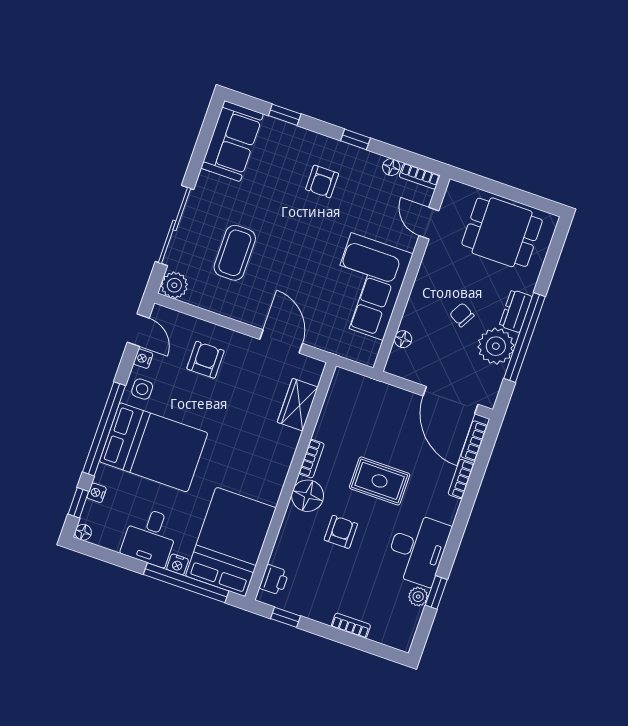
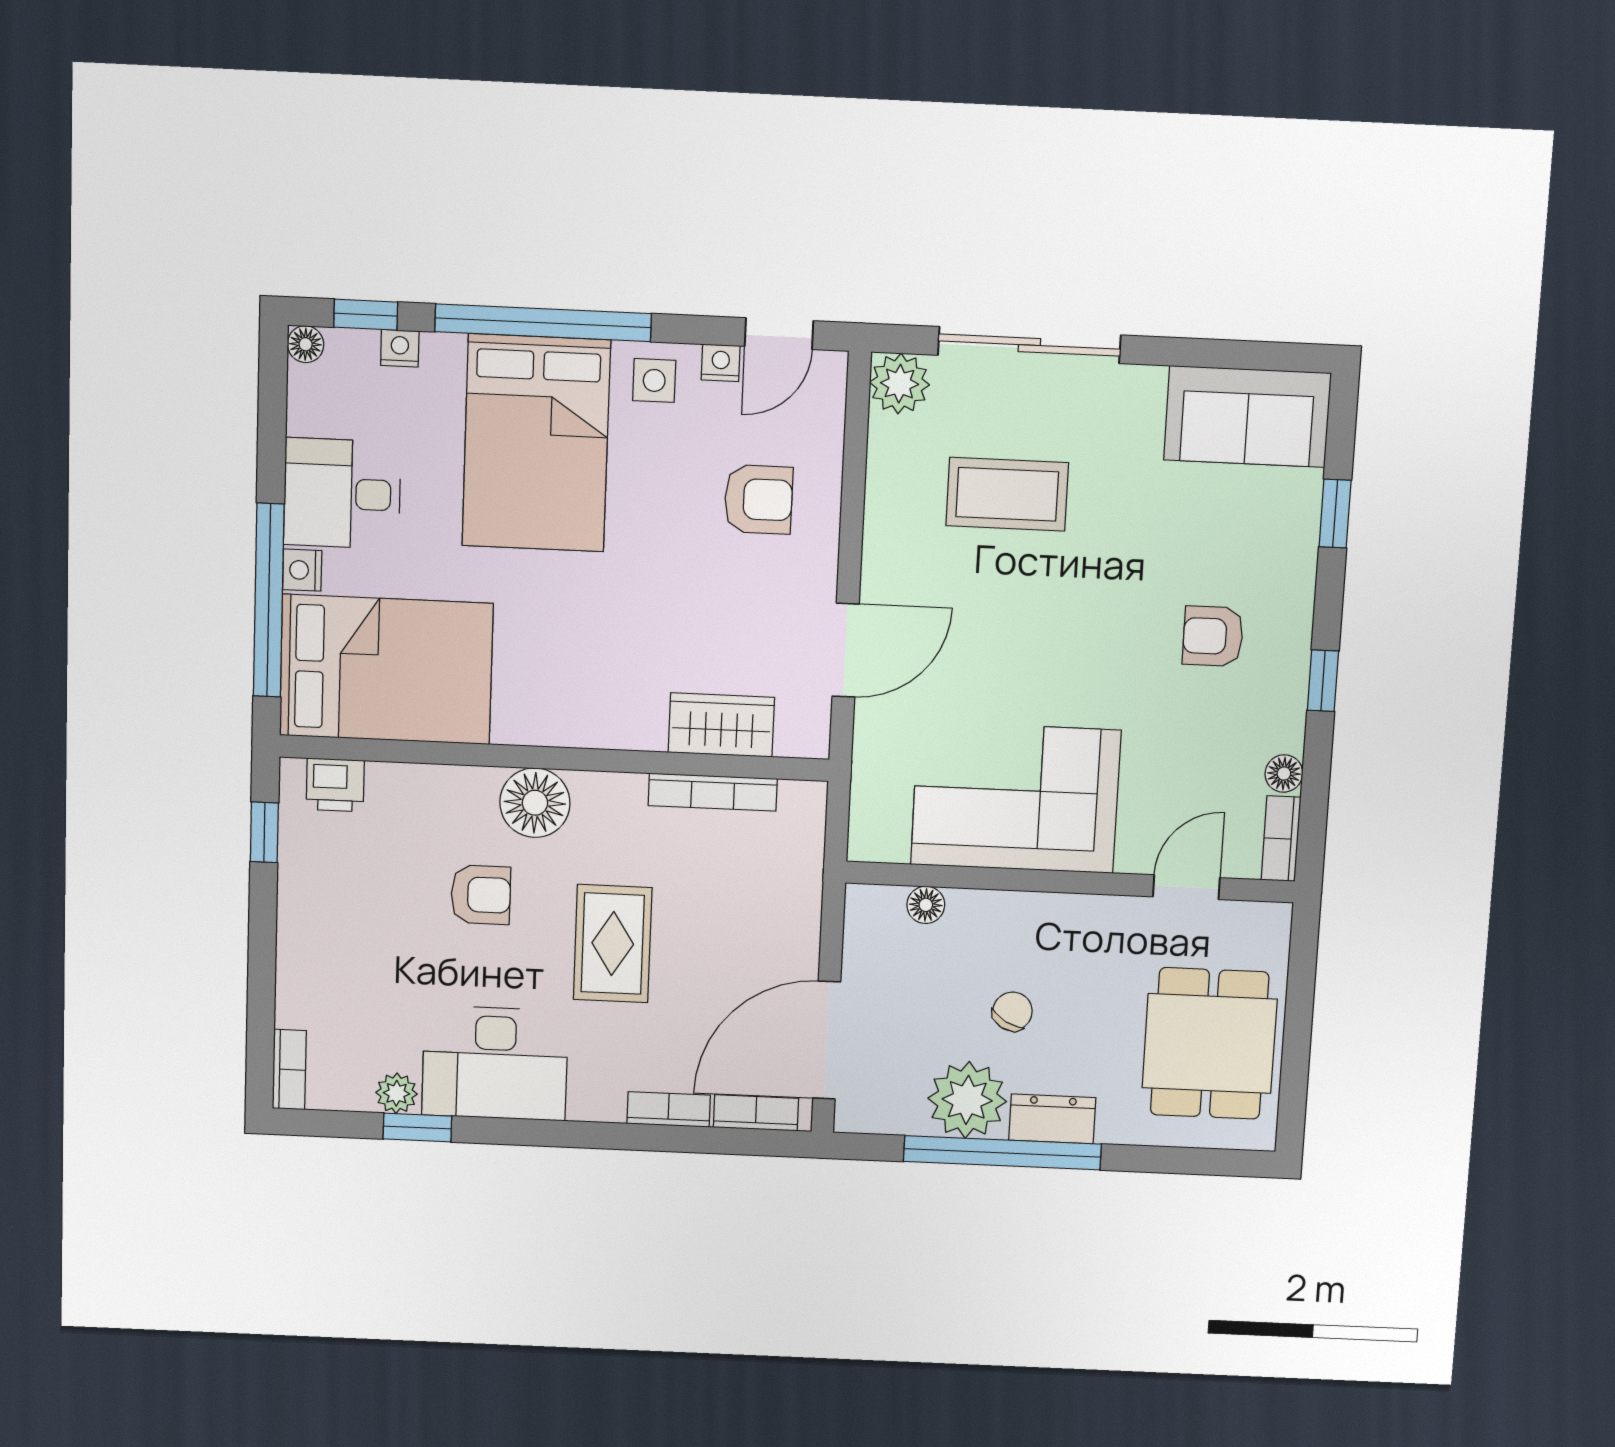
bookcase: (311, 459) -> (713, 792), moved, width x1.56
bookcase: (351, 626) -> (289, 1070), moved

